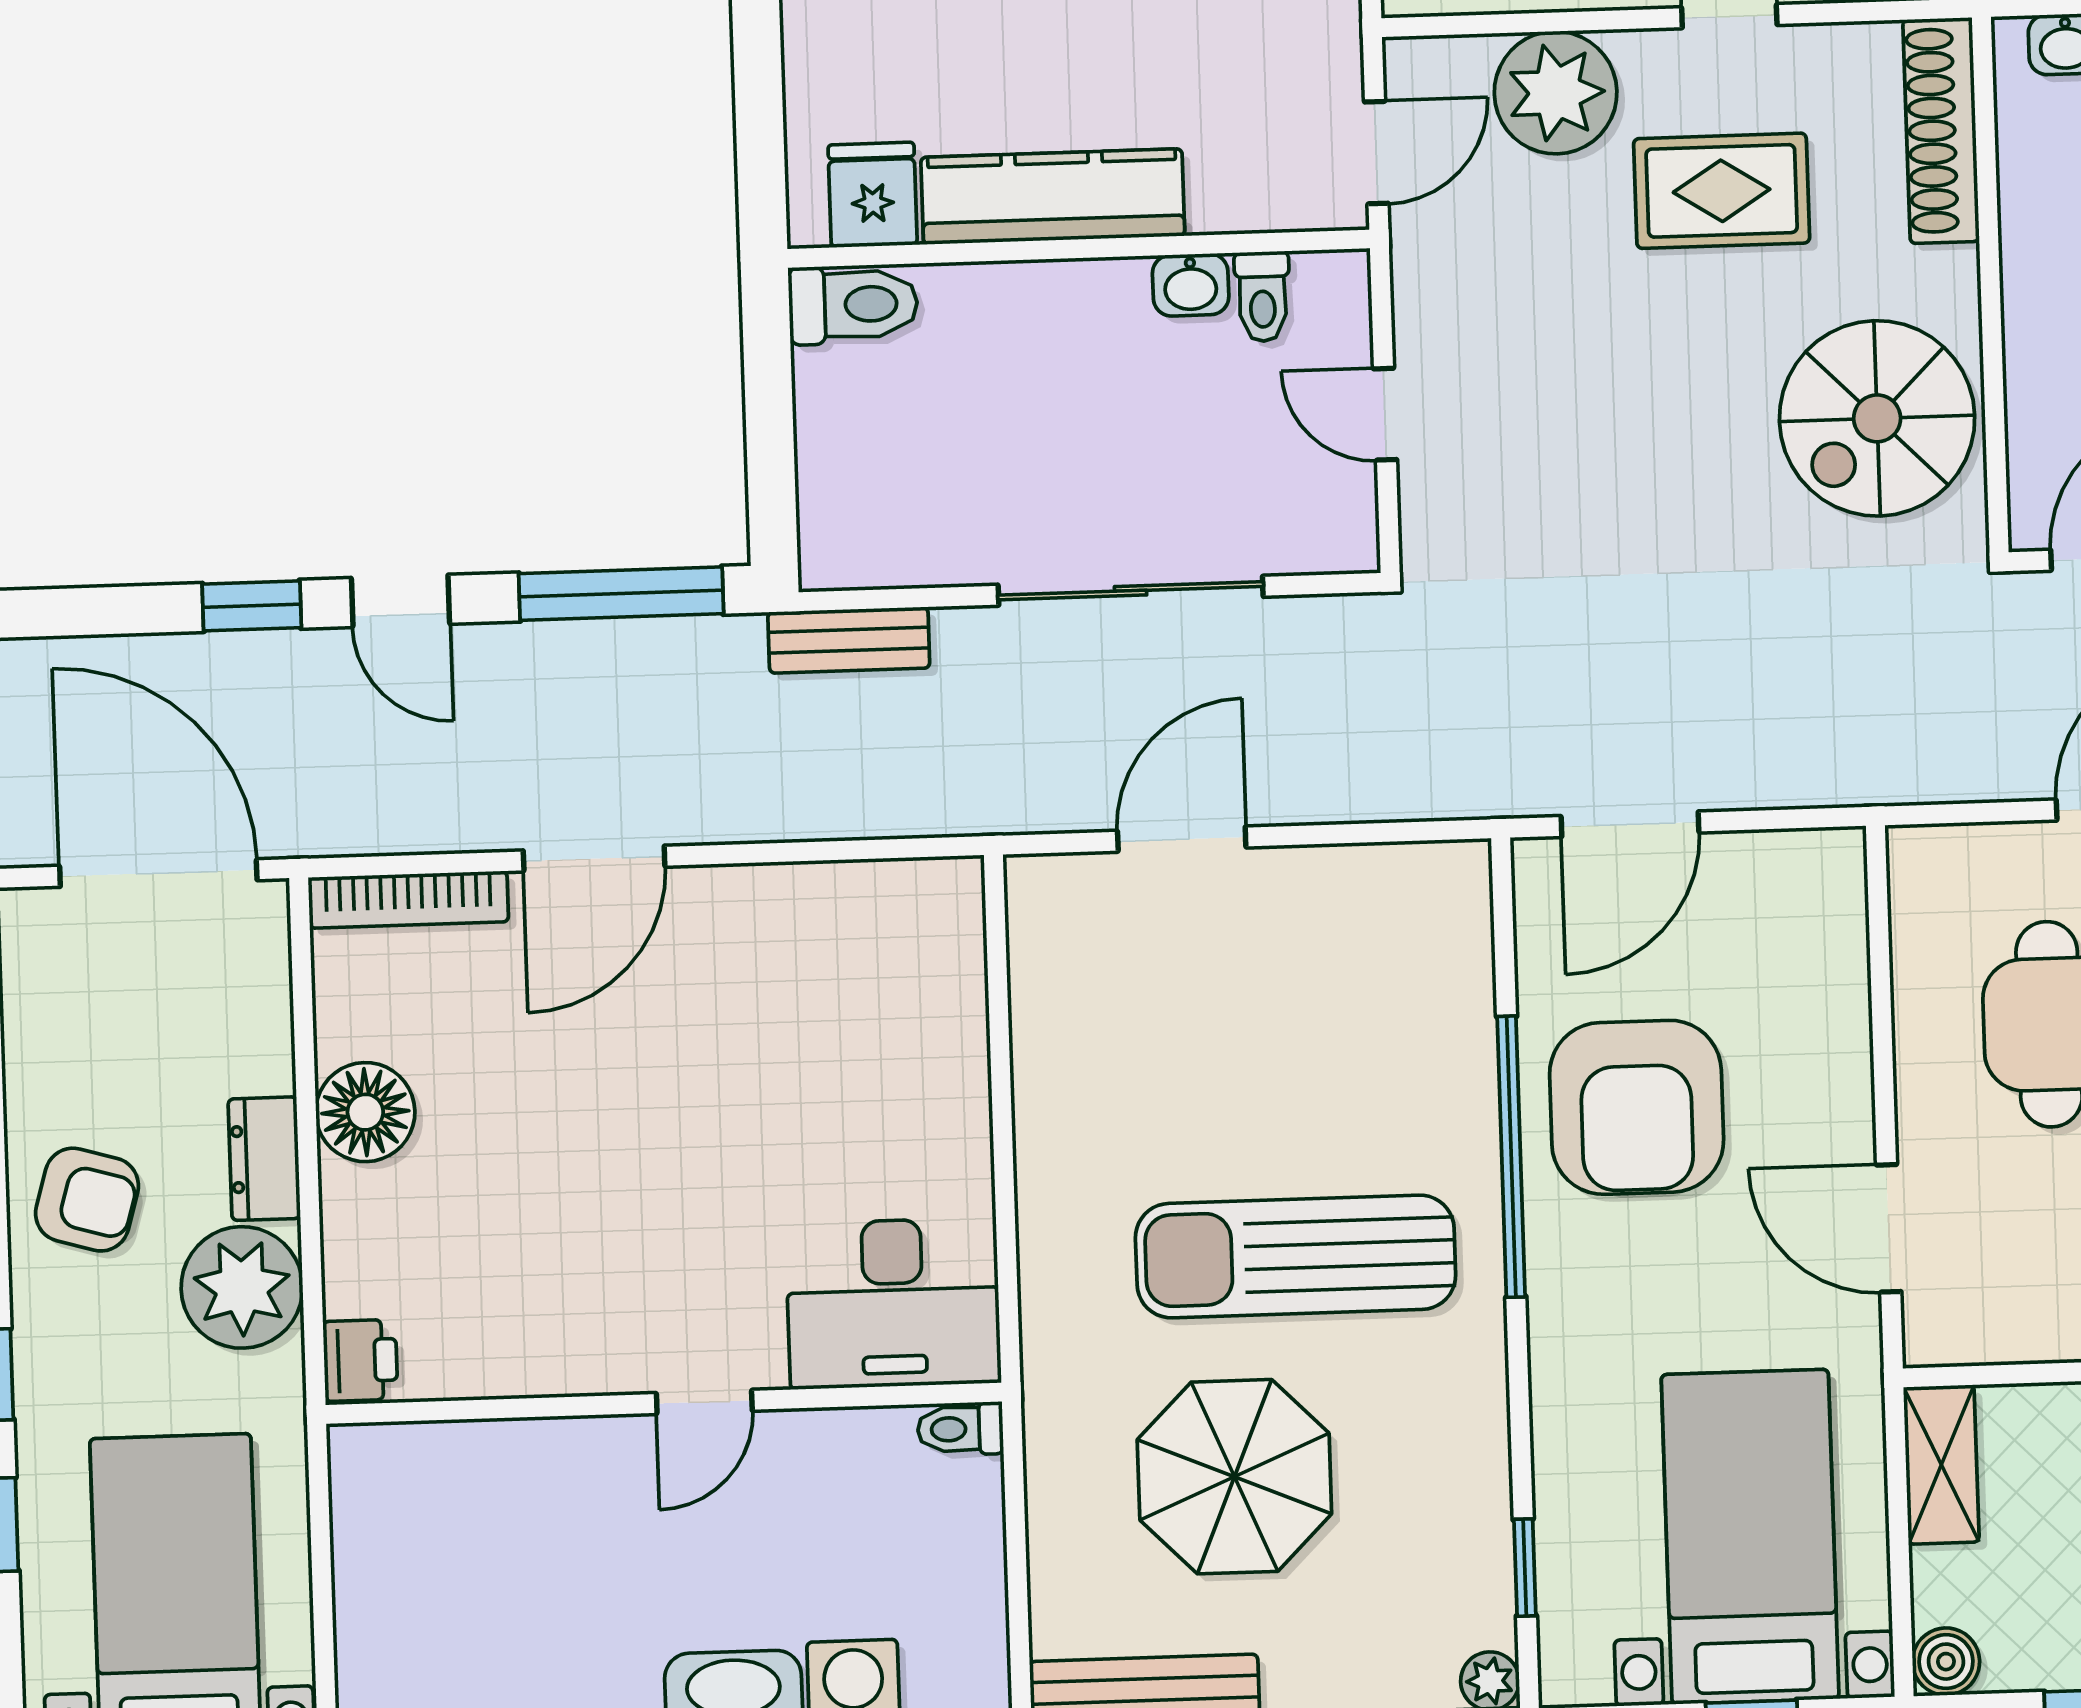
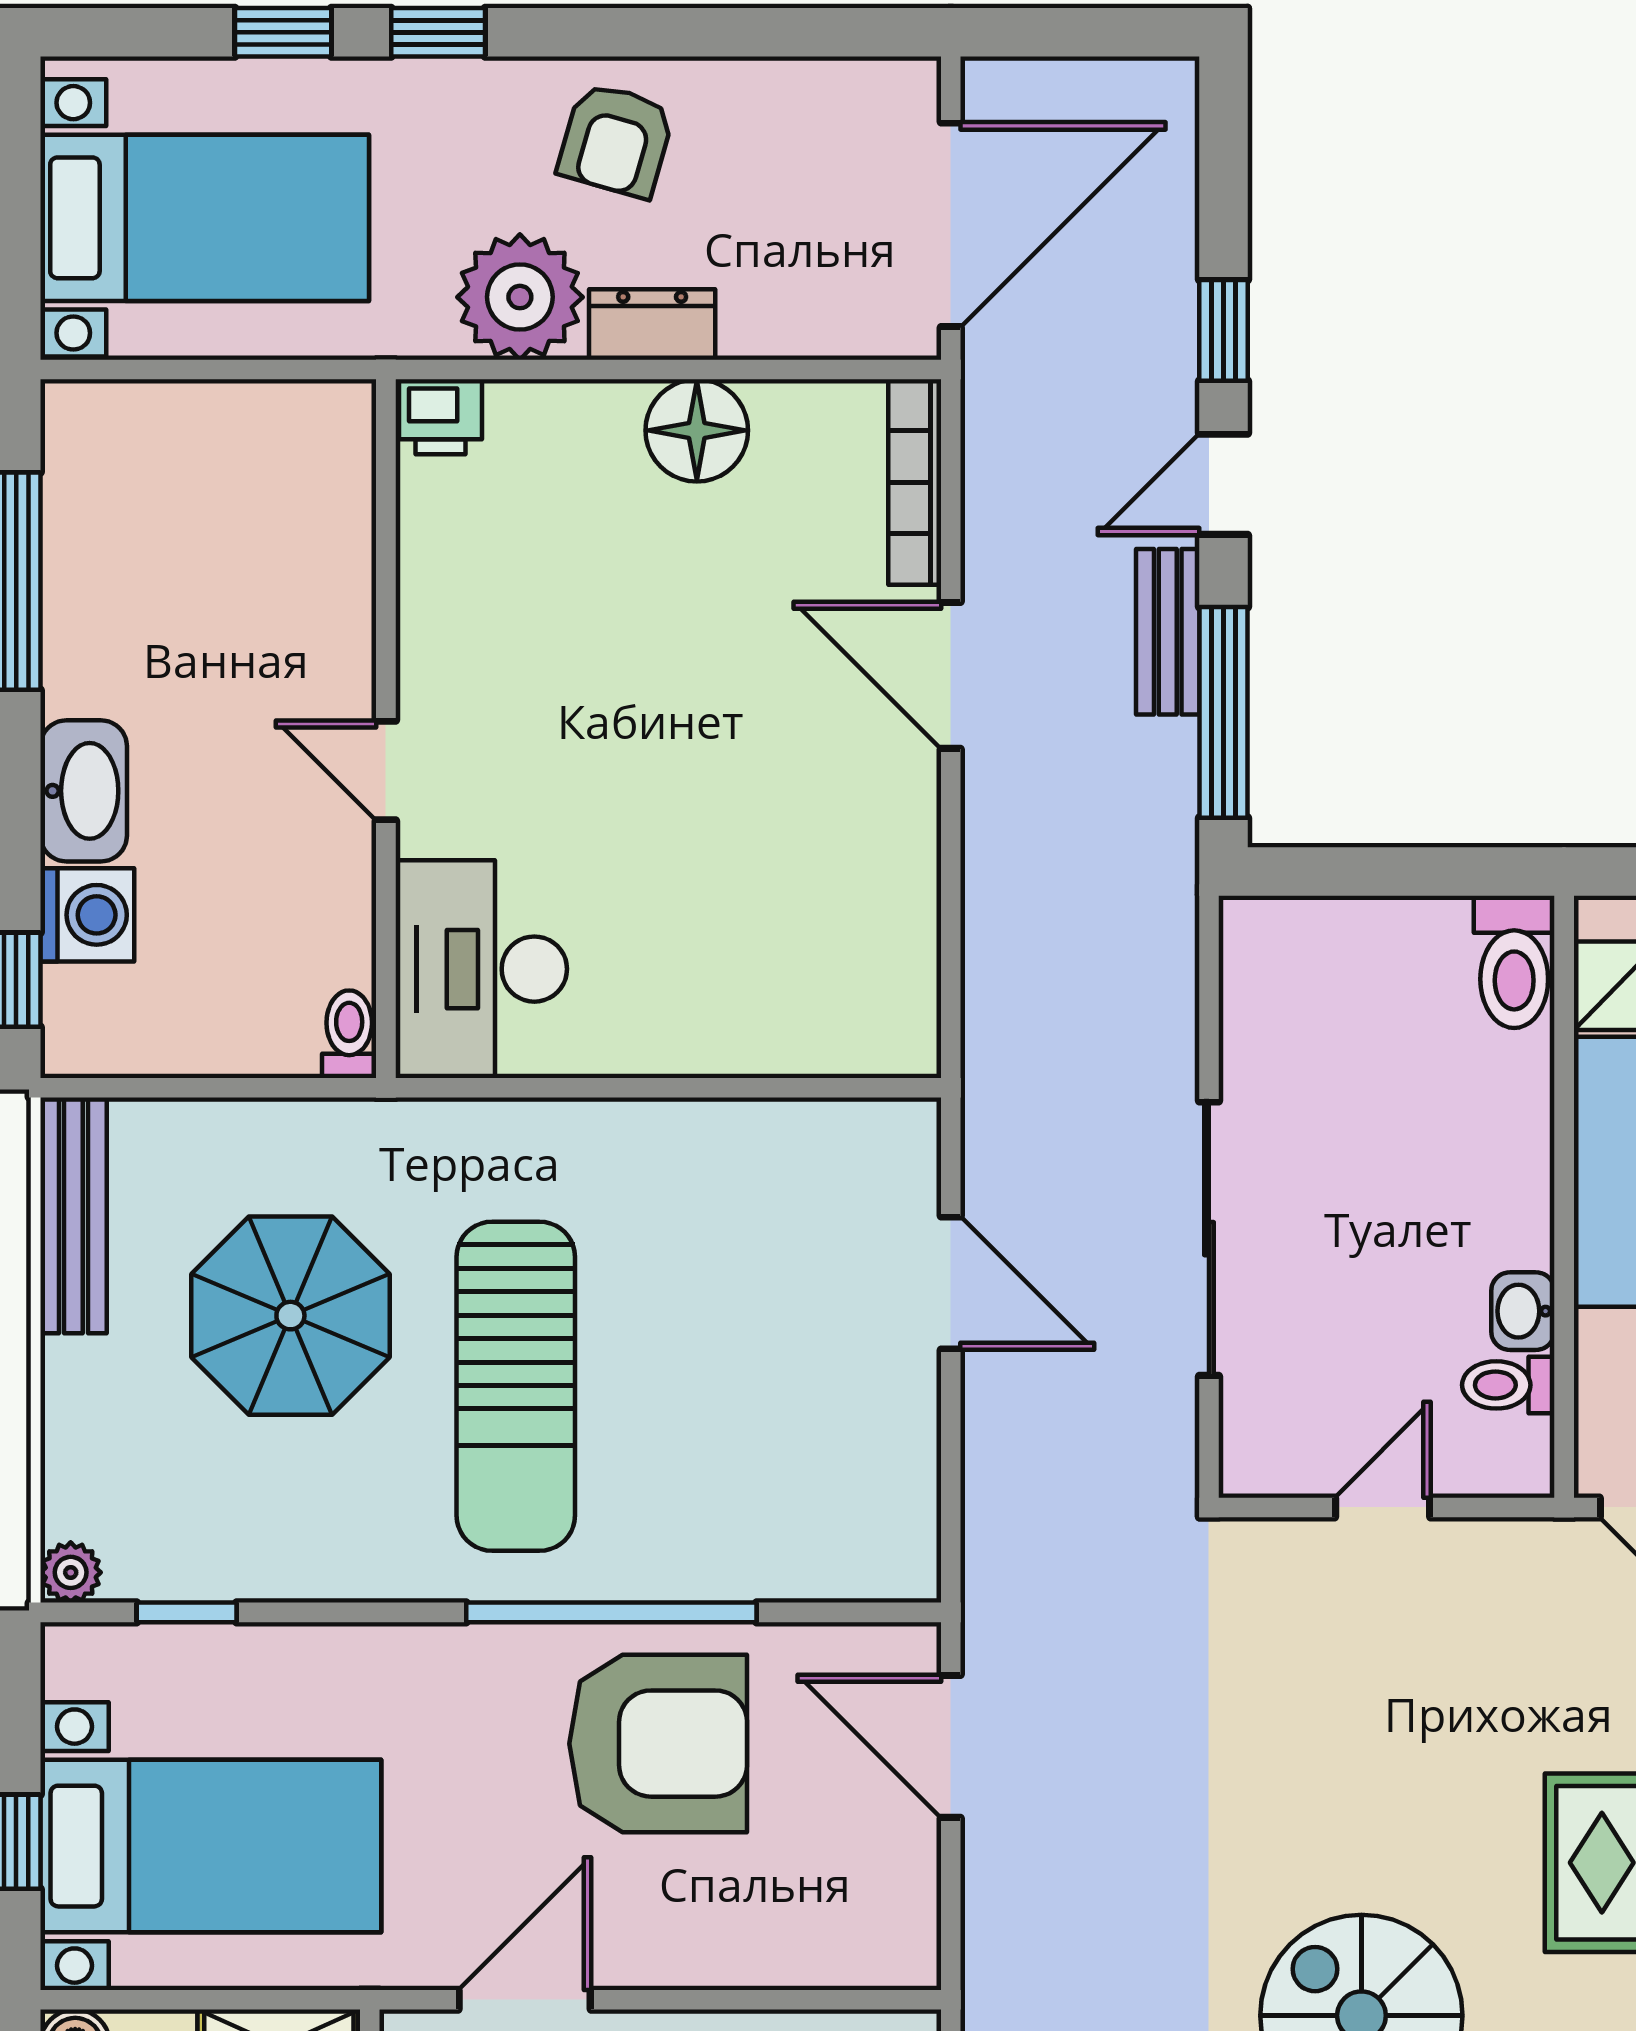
bench: (849, 640) -> (1168, 632), moved
armchair: (1637, 1107) -> (658, 1744), turned 180
sun lounger: (1296, 1256) -> (516, 1386), turned 180

